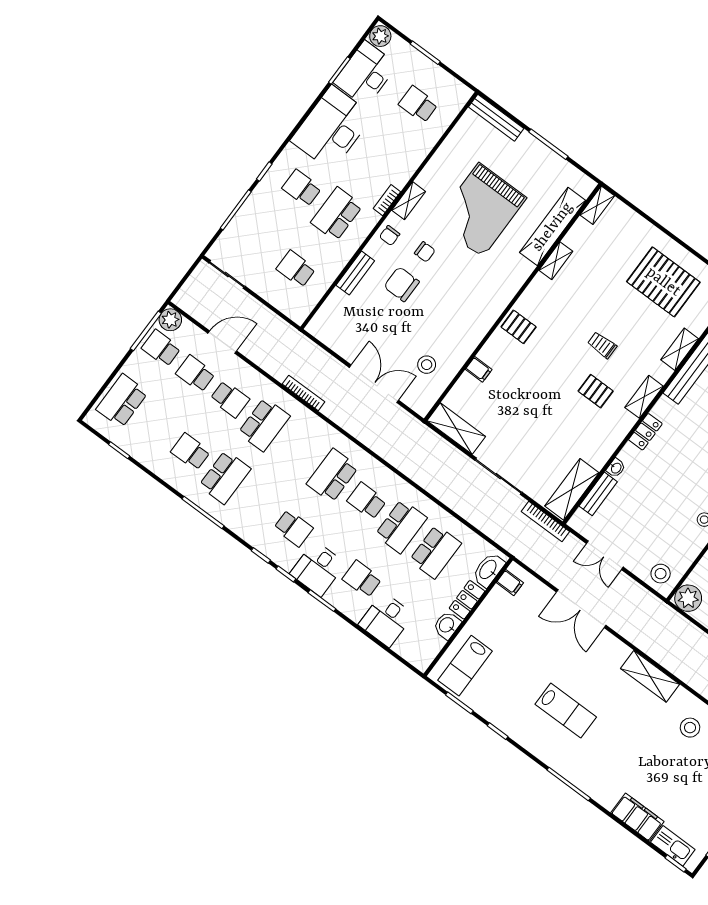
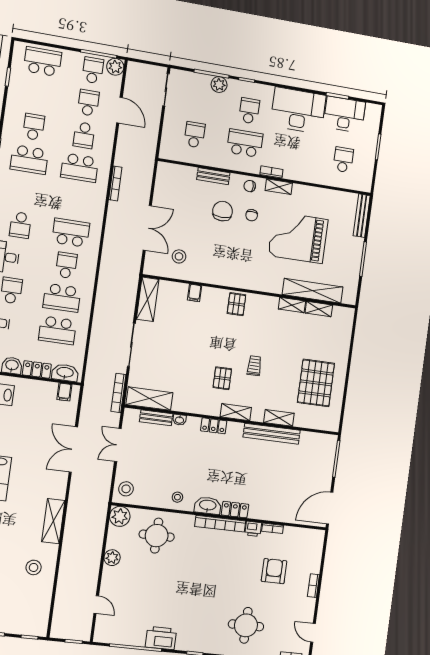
plant: (380, 36) -> (219, 85), moved
shelving: (597, 205) -> (319, 309), moved

